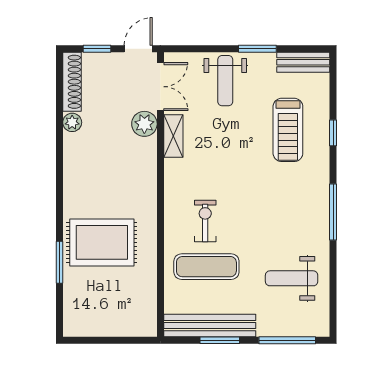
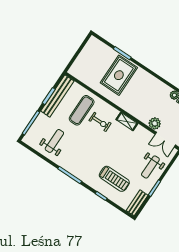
weight bench: (225, 81) -> (150, 167), turned -90
treadmill: (288, 130) -> (114, 179), turned 180
shelving: (173, 136) -> (127, 122), moved

